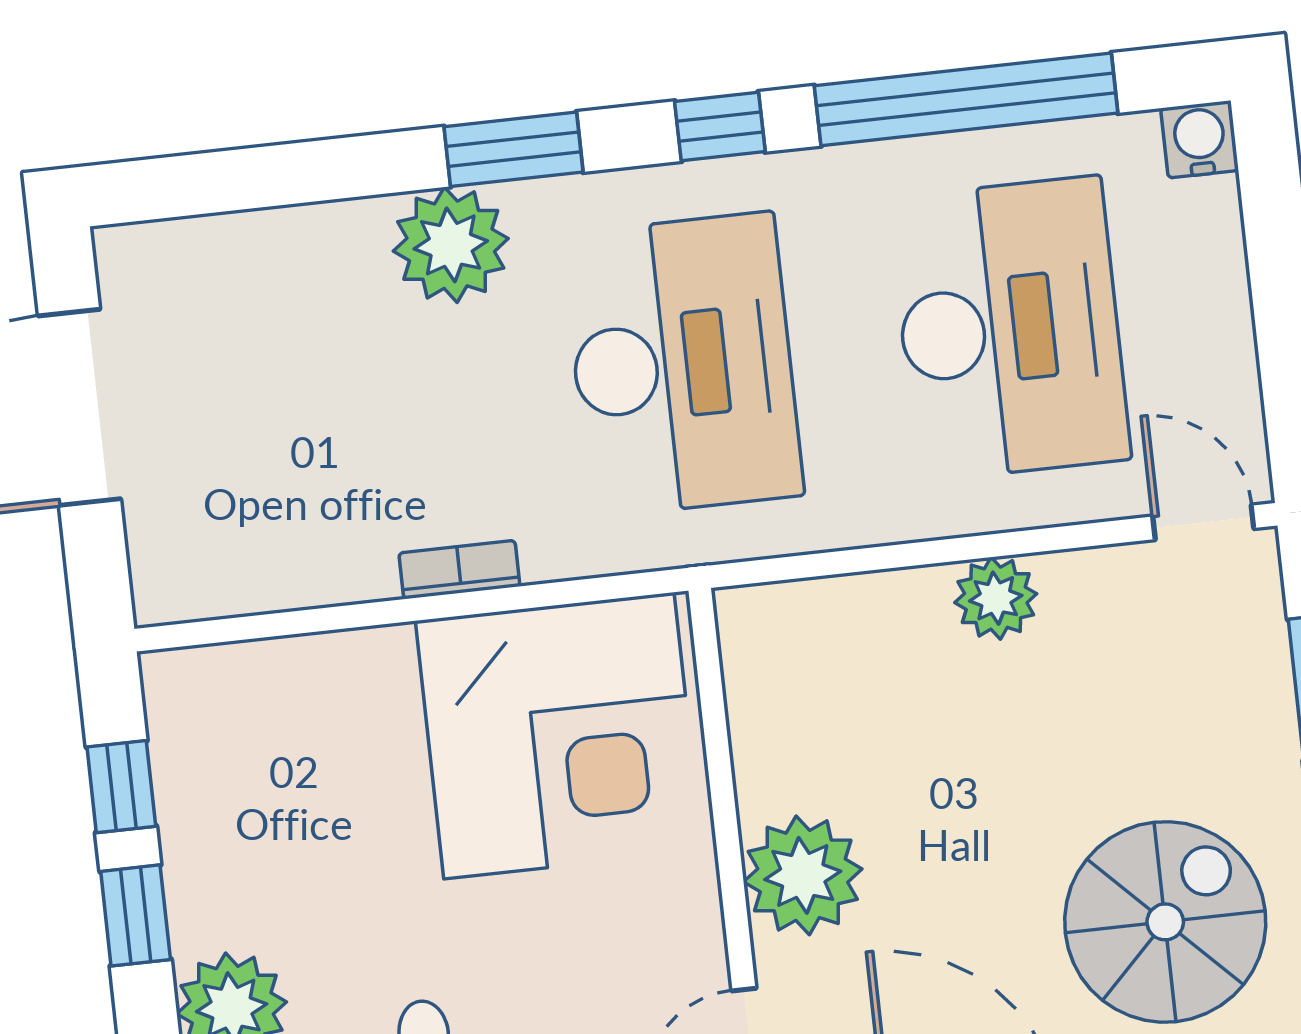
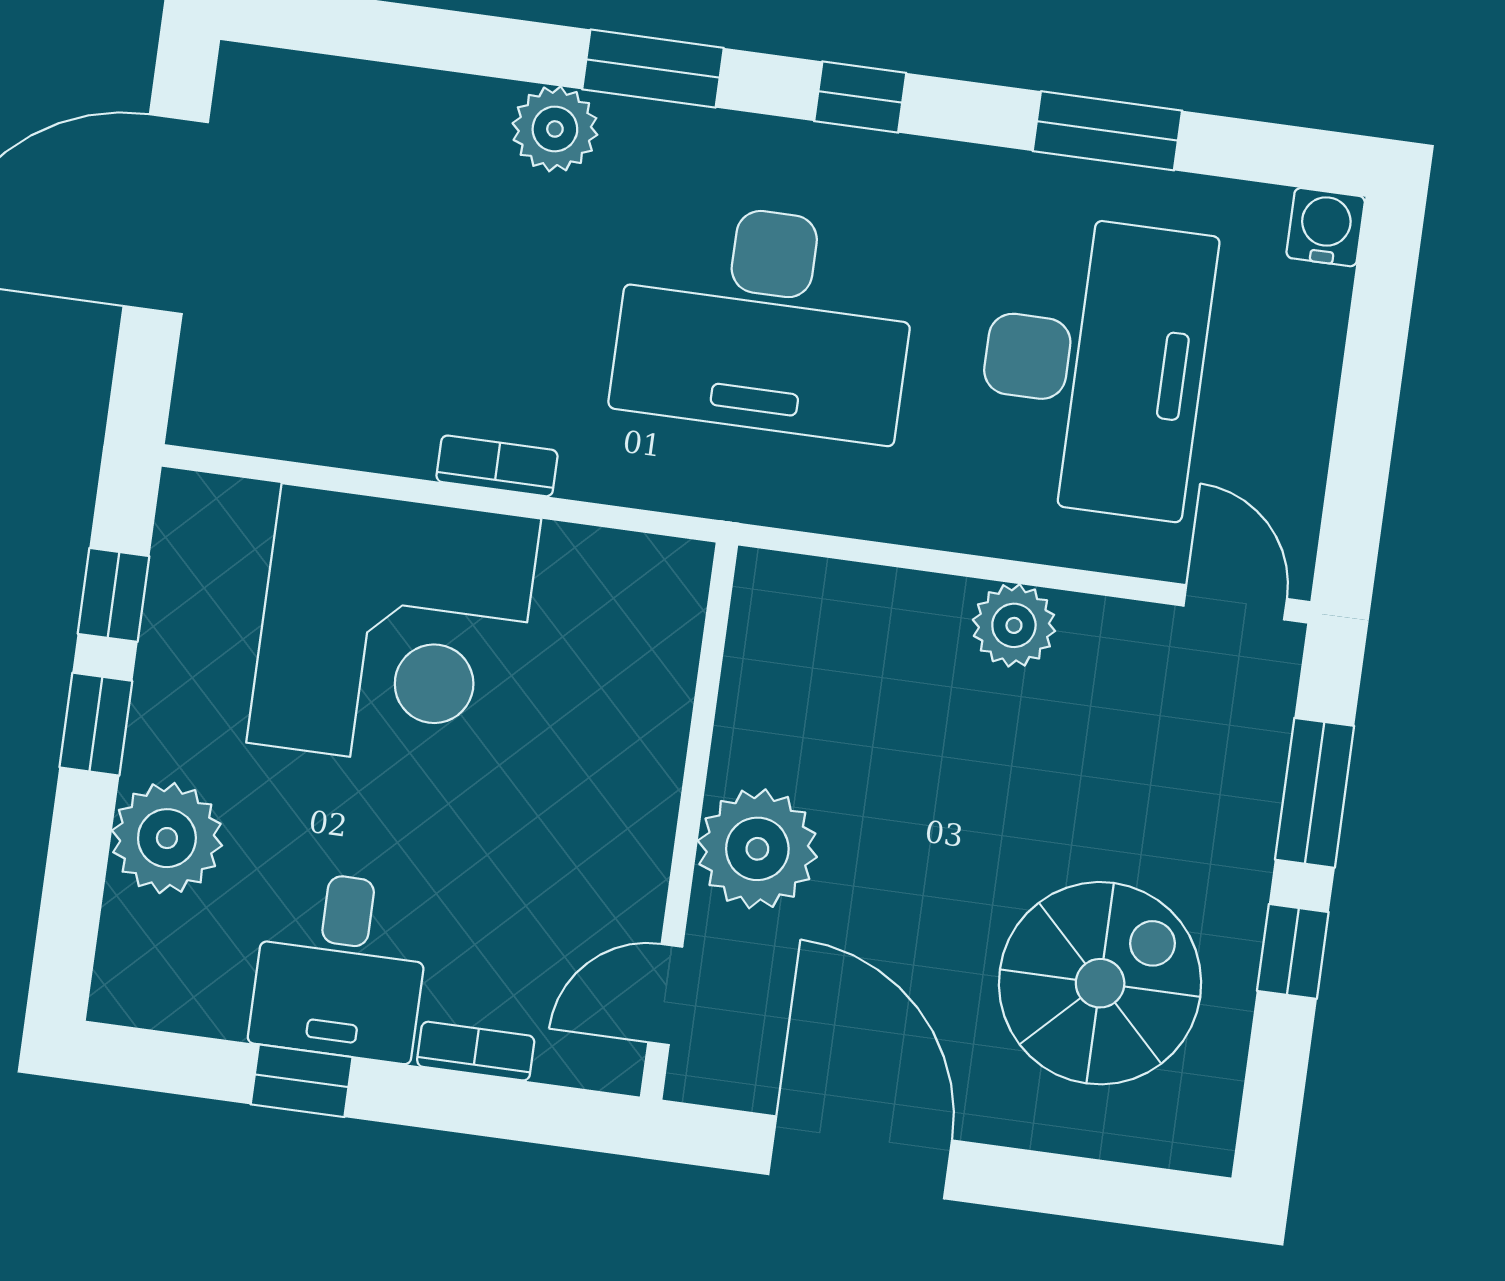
window: (966, 99) -> (1107, 131), width x0.47
plant: (451, 245) -> (555, 129), width x0.73, depth x0.73
desk: (682, 365) -> (765, 320), turned 90
corner desk: (559, 736) -> (394, 631), moved

